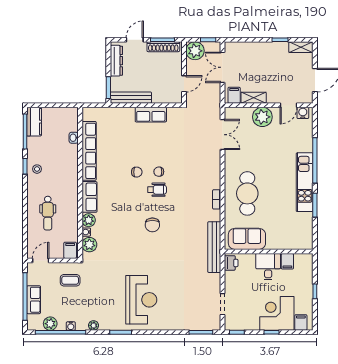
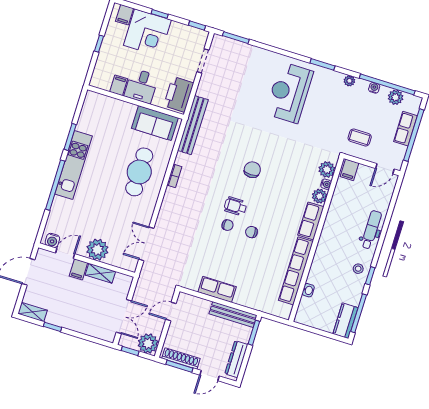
filing cabinet: (234, 95) -> (78, 269), moved
dental chair: (48, 213) -> (371, 230), moved
printer: (231, 263) -> (179, 94), width x1.87, depth x1.48

